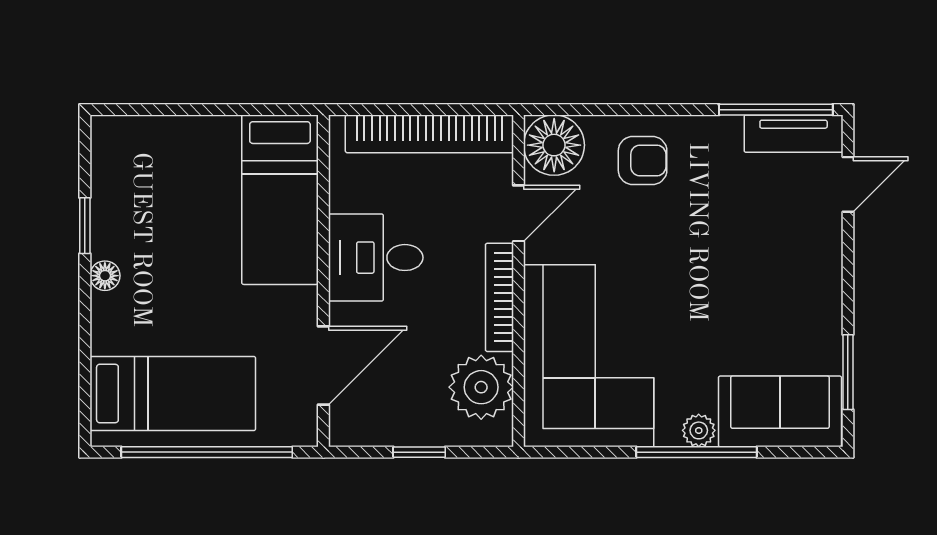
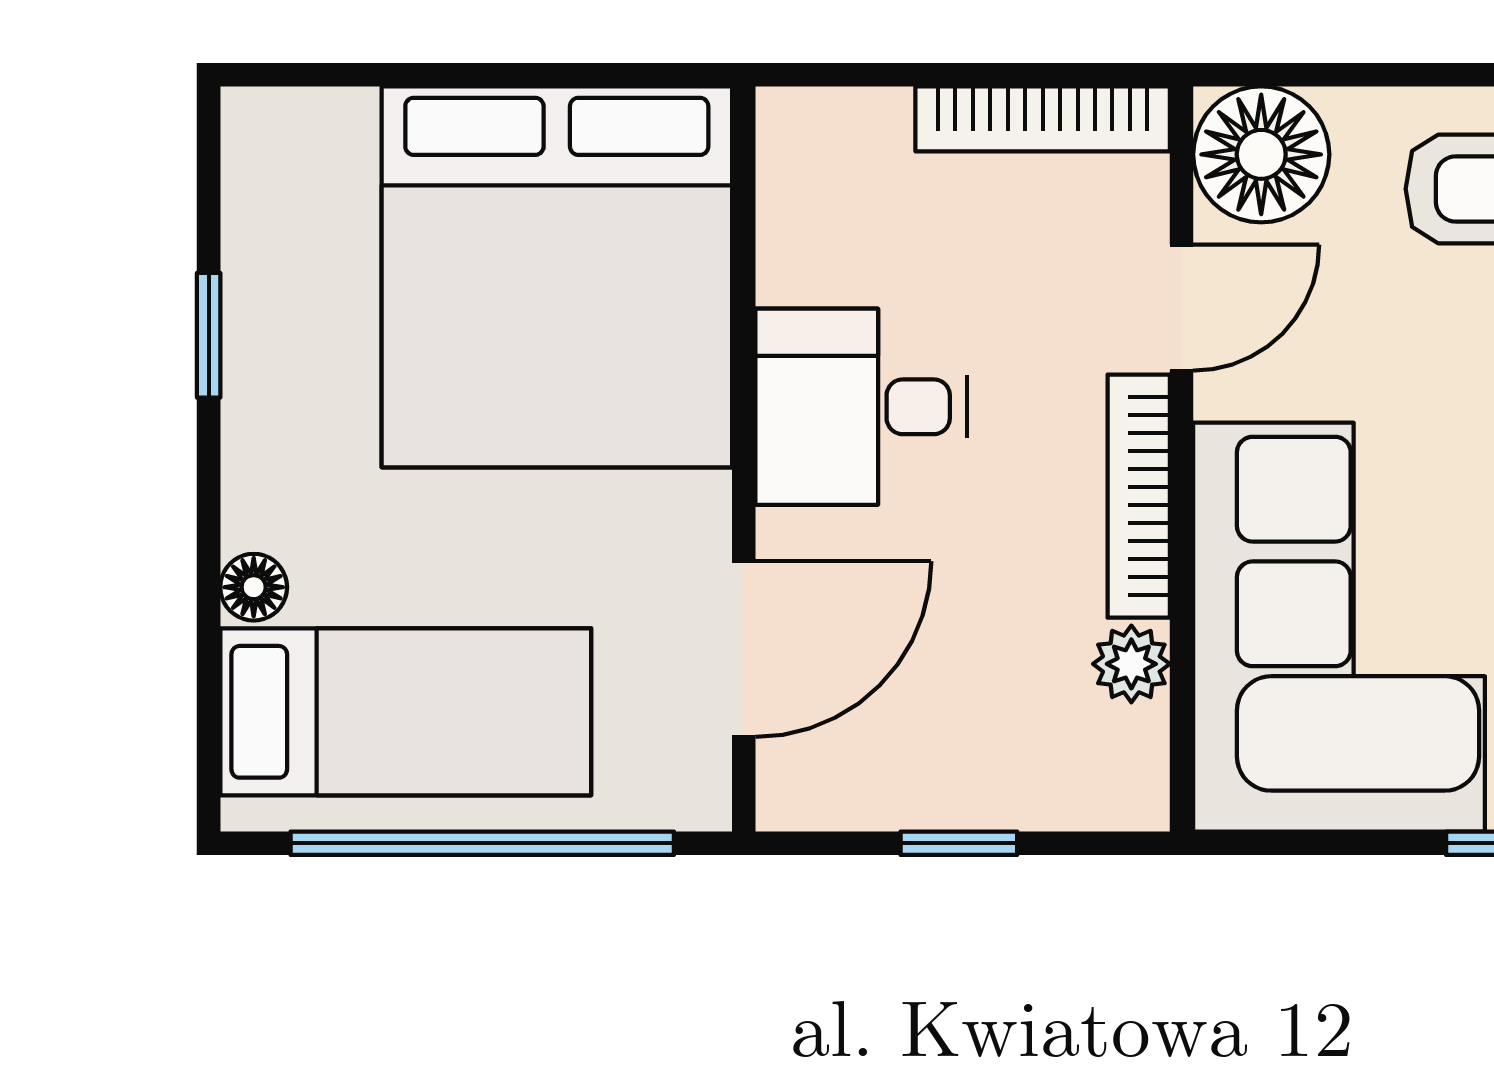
bookcase: (429, 134) -> (1043, 119), width x0.68, depth x0.76
bed: (280, 200) -> (557, 277), width x2.04
floor lamp: (105, 276) -> (254, 587), moved
plant: (481, 387) -> (1131, 664), width x0.53, depth x0.53

